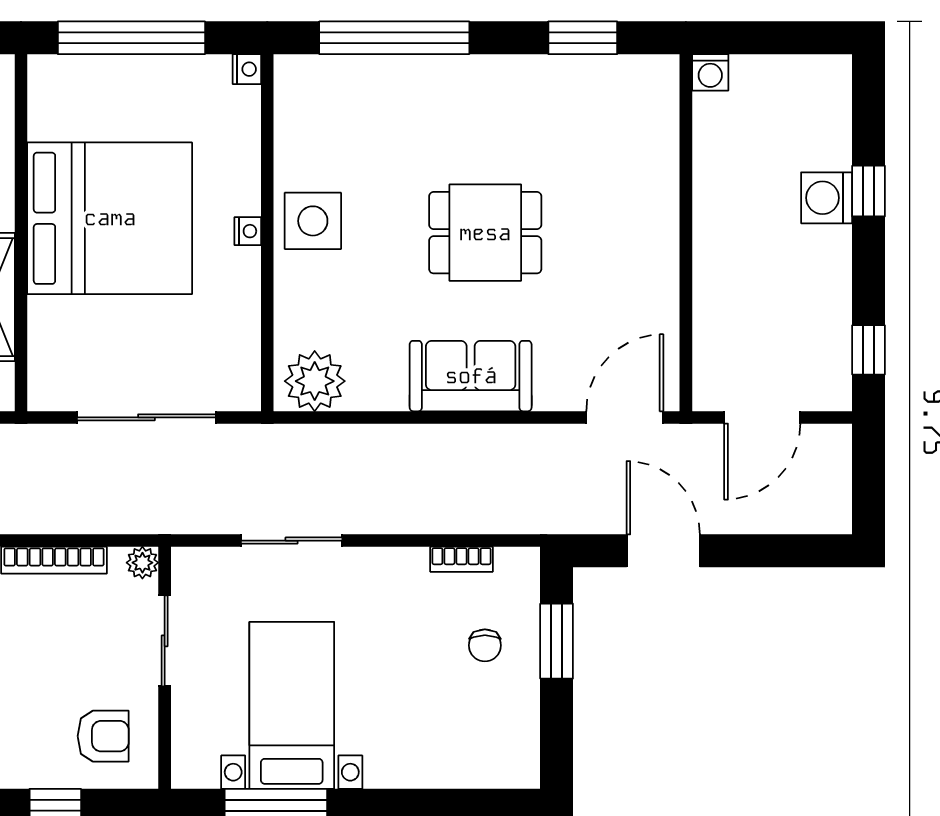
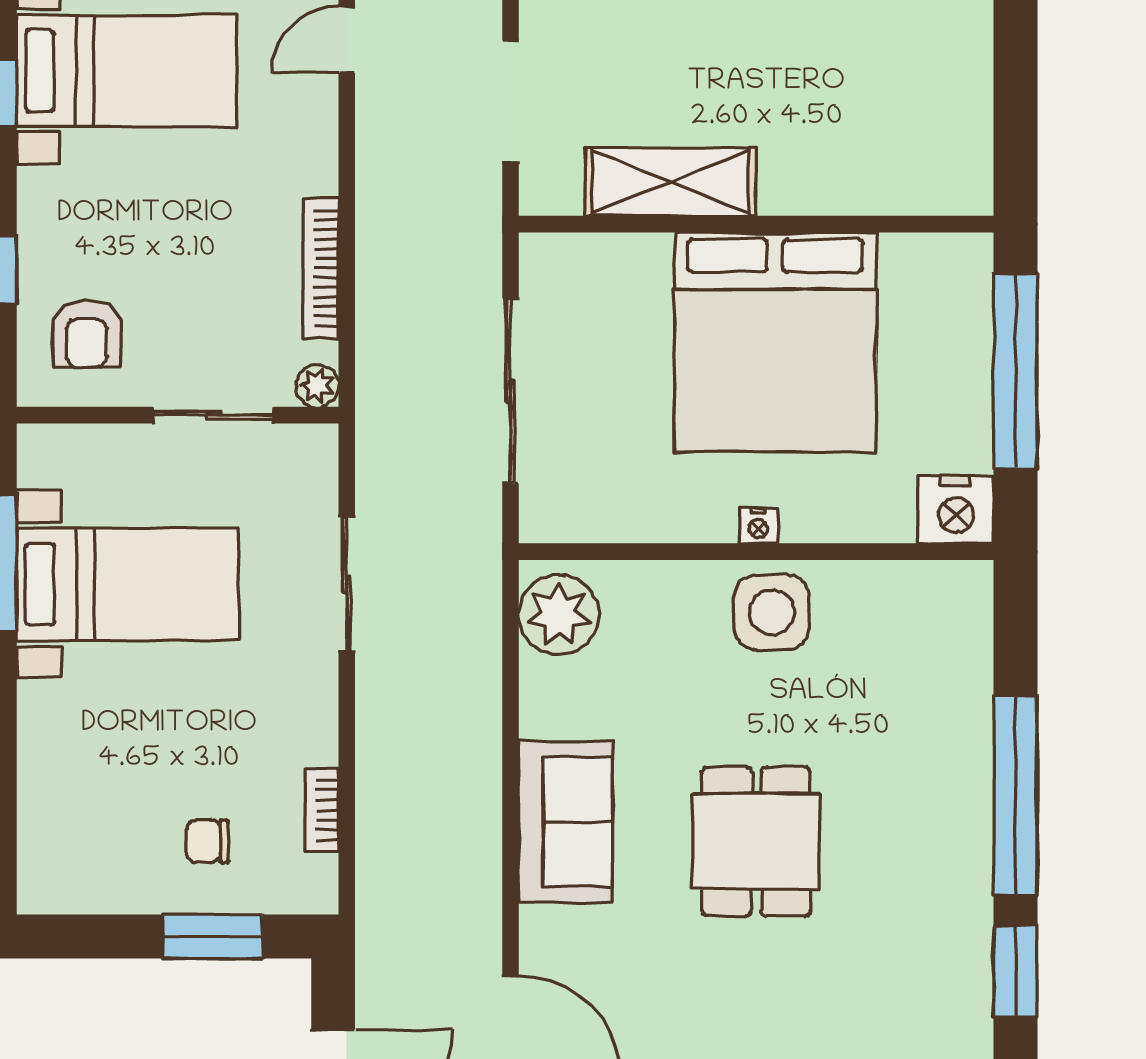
window: (394, 38) -> (1015, 796), moved
nightstand: (247, 69) -> (956, 510), width x1.89, depth x1.79

